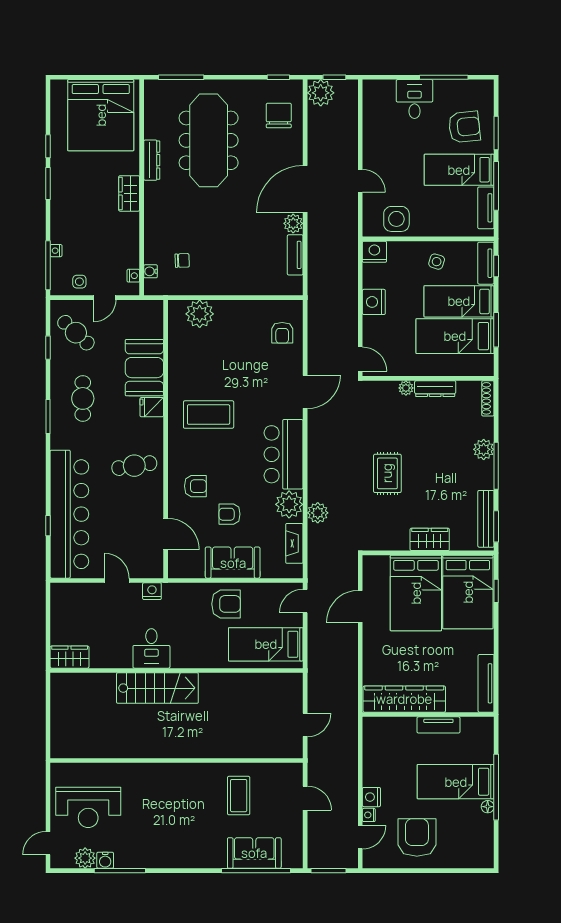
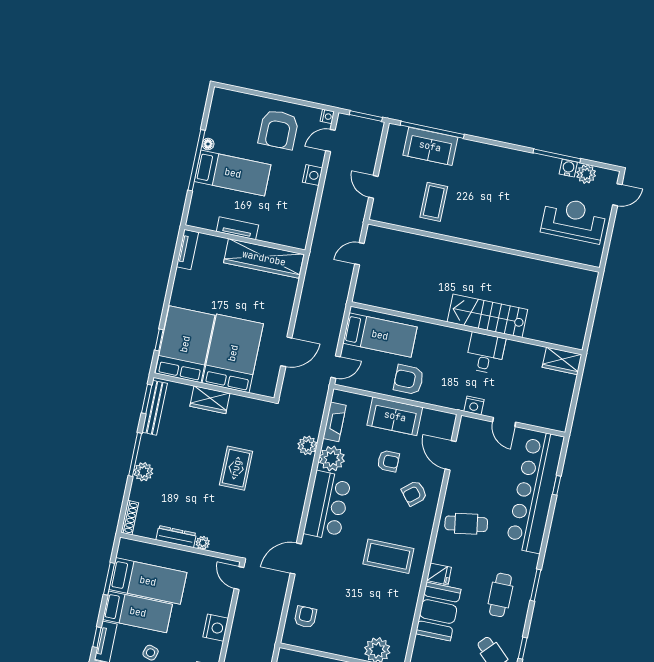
armchair: (195, 486) -> (414, 493), turned -40
tv unit: (486, 683) -> (187, 250), width x0.71
nightstand: (369, 815) -> (327, 116), moved

